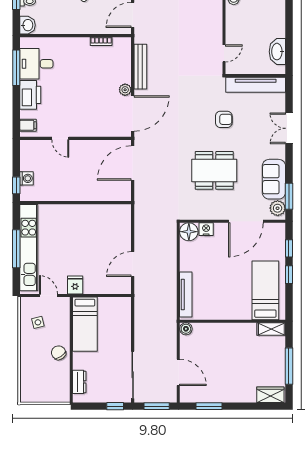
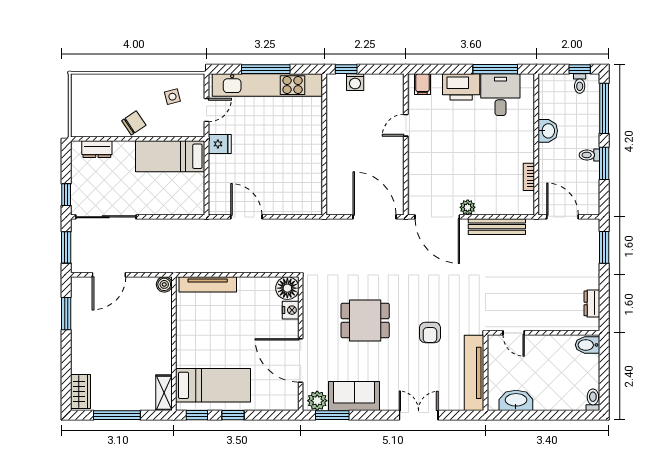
washbasin: (27, 25) -> (548, 131), moved, turned -90
dining table: (214, 170) -> (365, 320), width x0.73
window: (289, 248) -> (197, 415), moved

